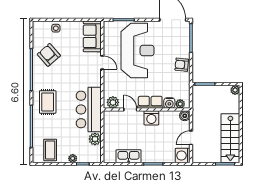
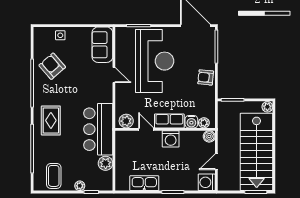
stairs: (230, 138) -> (257, 152), width x1.36, depth x1.51

